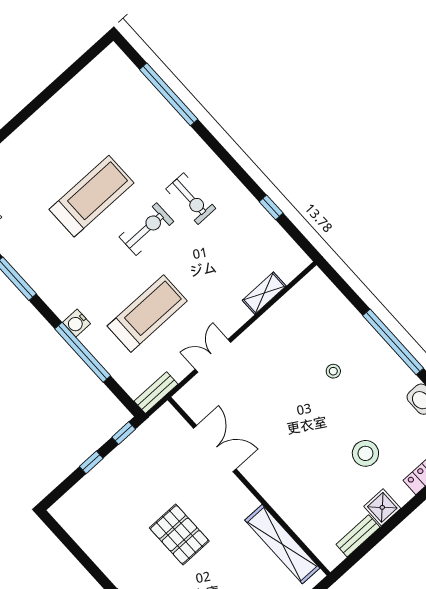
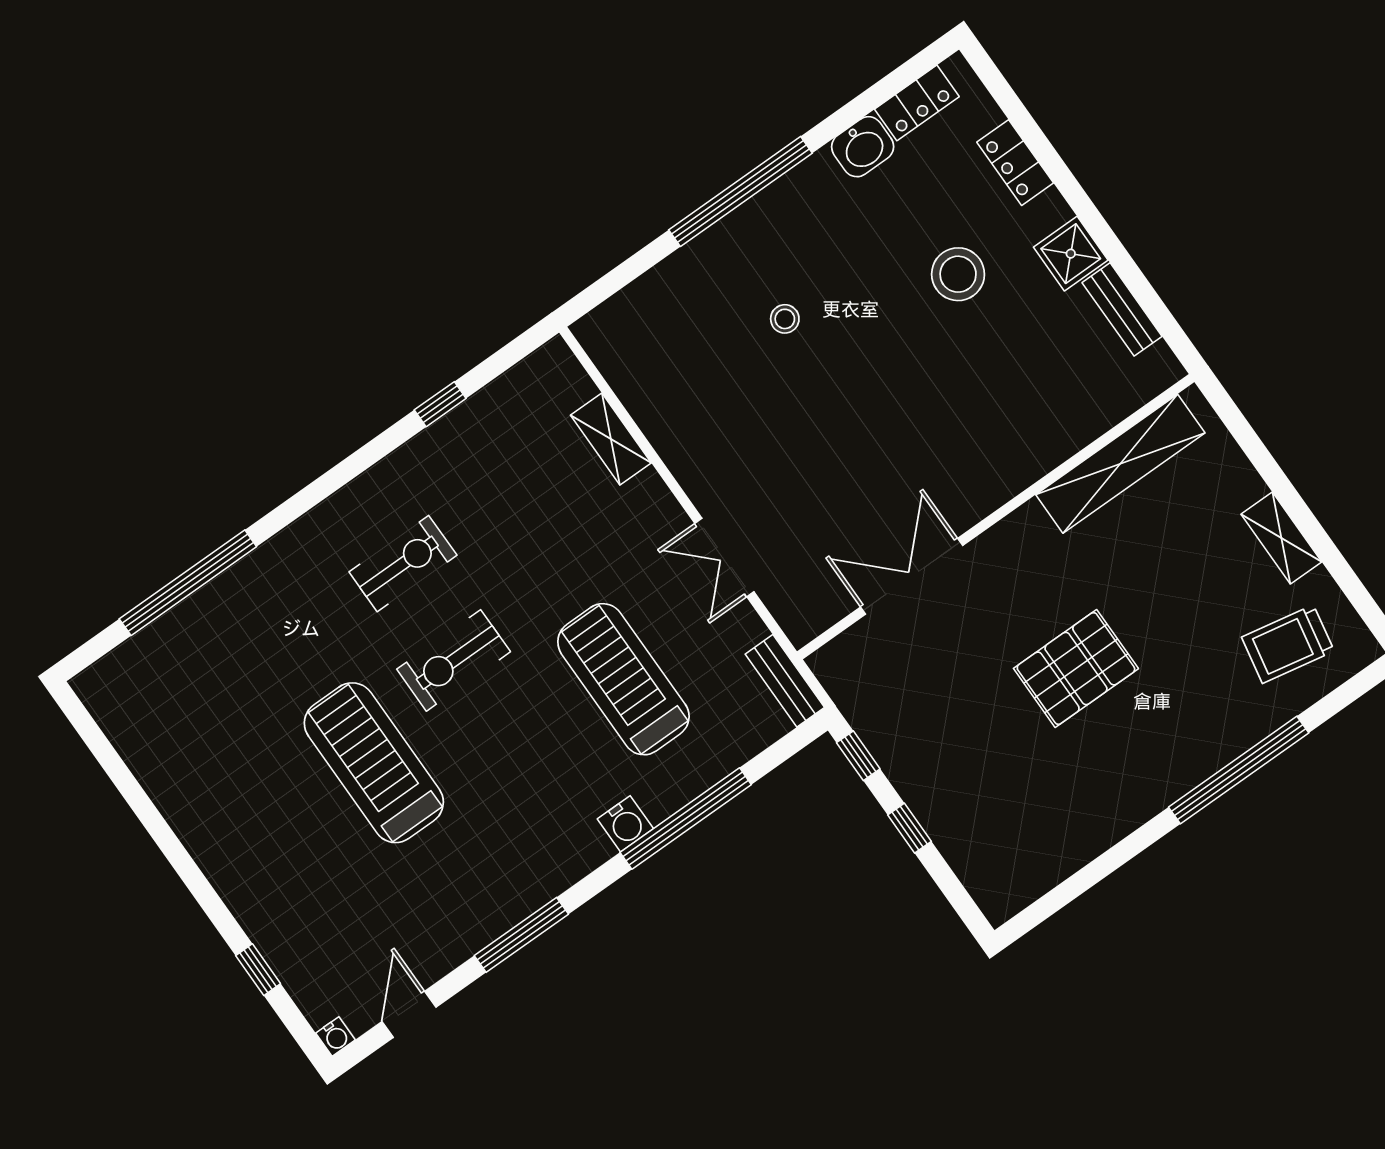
exercise bike: (146, 229) -> (454, 660), turned -90

